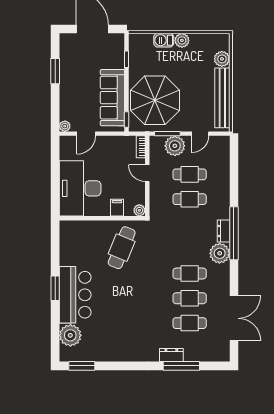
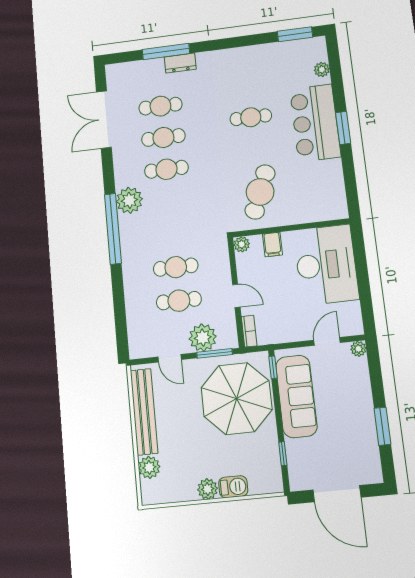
door: (200, 134) -> (170, 358), swing flipped
dresser: (224, 231) -> (127, 230), removed
cafe table: (122, 305) -> (251, 117), added
plant: (70, 335) -> (322, 70), width x0.53, depth x0.53

